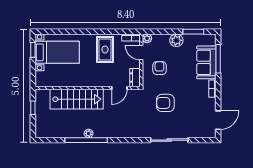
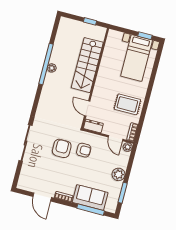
door: (141, 53) -> (116, 138), swing flipped
armchair: (159, 68) -> (84, 150), moved
door: (218, 120) -> (42, 197), moved

